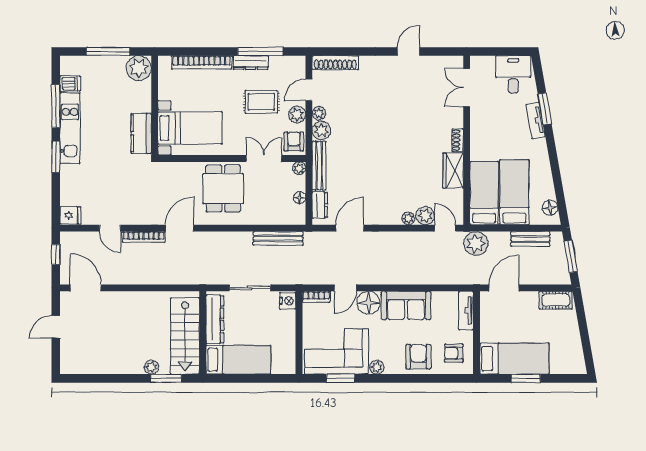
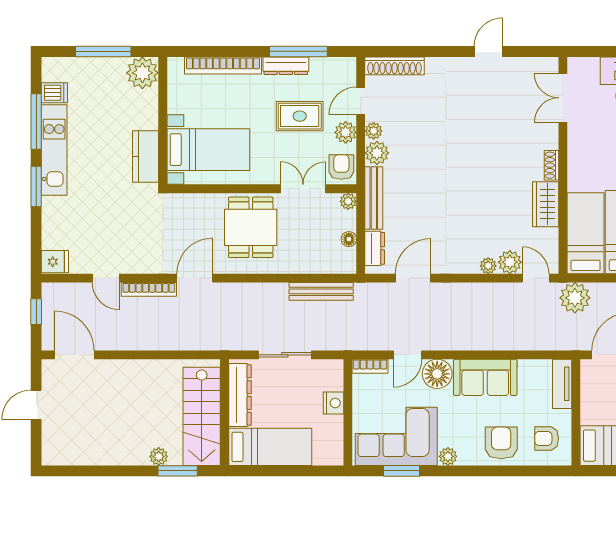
nightstand: (288, 301) -> (334, 403), moved

